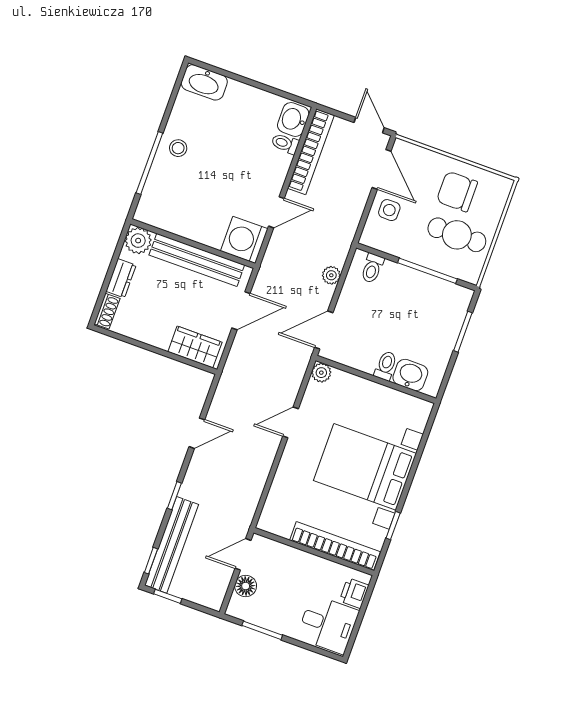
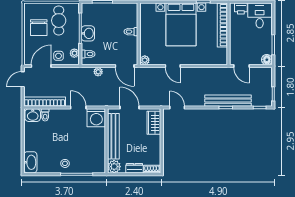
plant: (383, 243) -> (74, 53), added
washbasin: (410, 375) -> (88, 33), moved, turned 180
door: (197, 433) -> (177, 107), moved
bench: (172, 545) -> (228, 101), moved
floor lamp: (246, 586) -> (267, 60), moved

